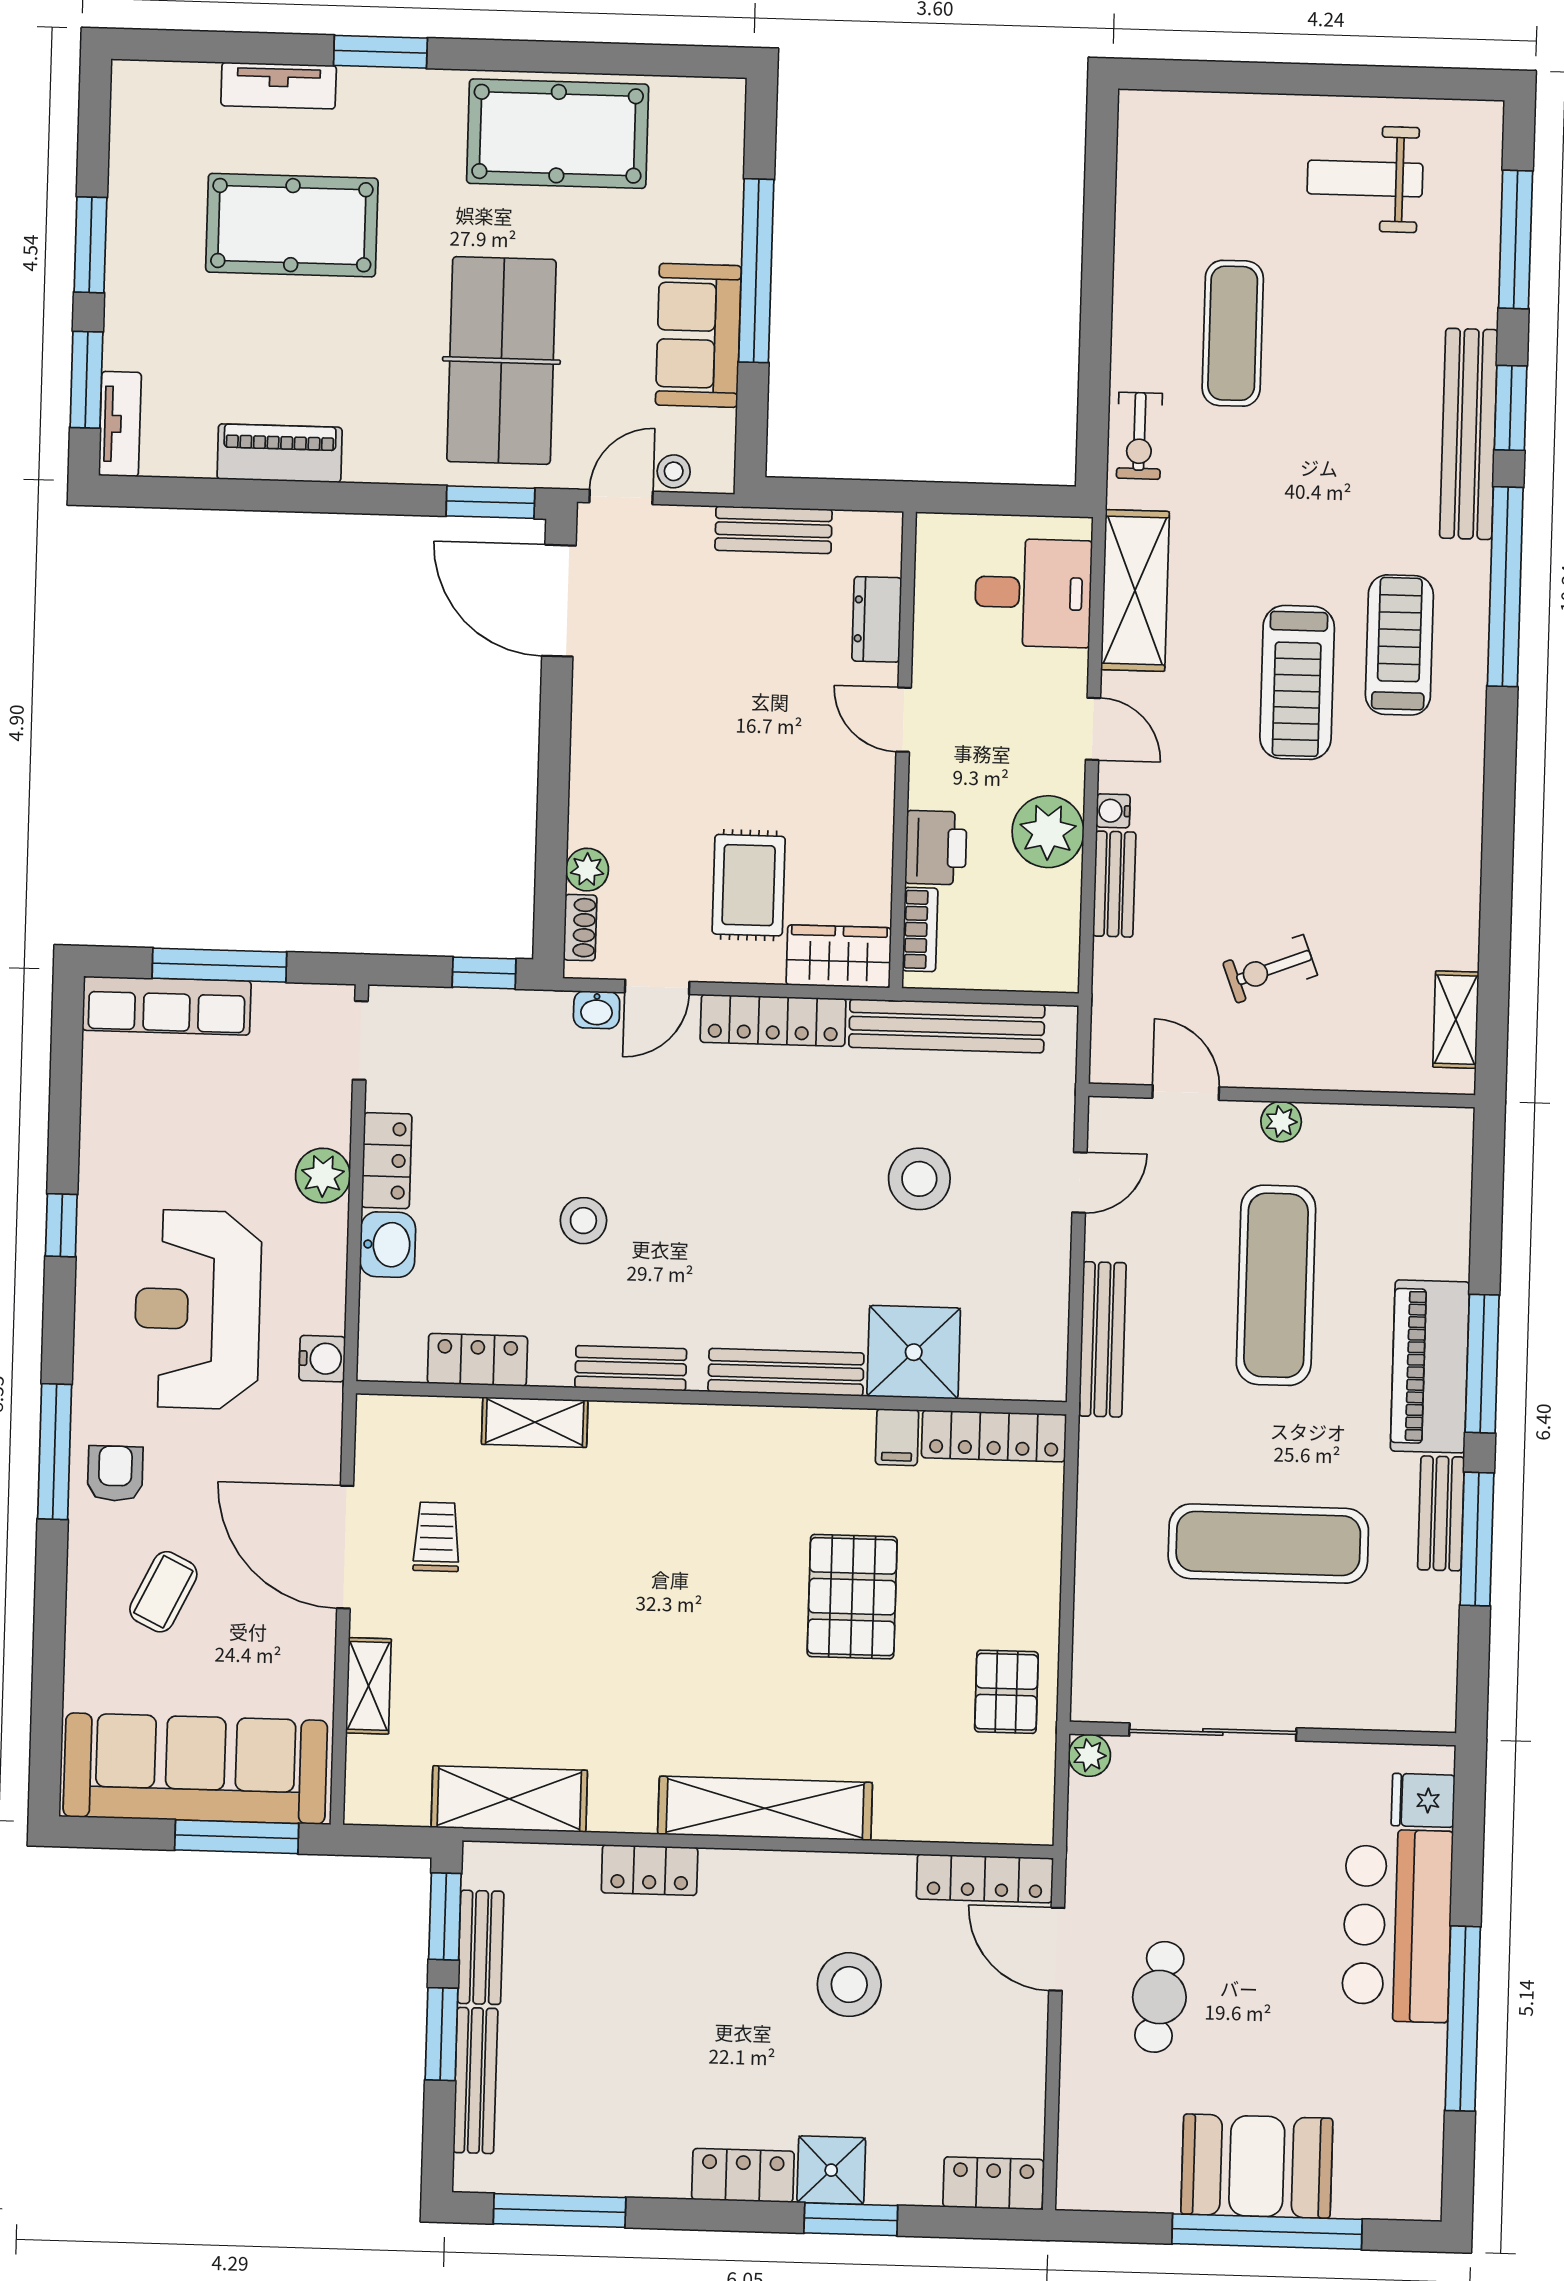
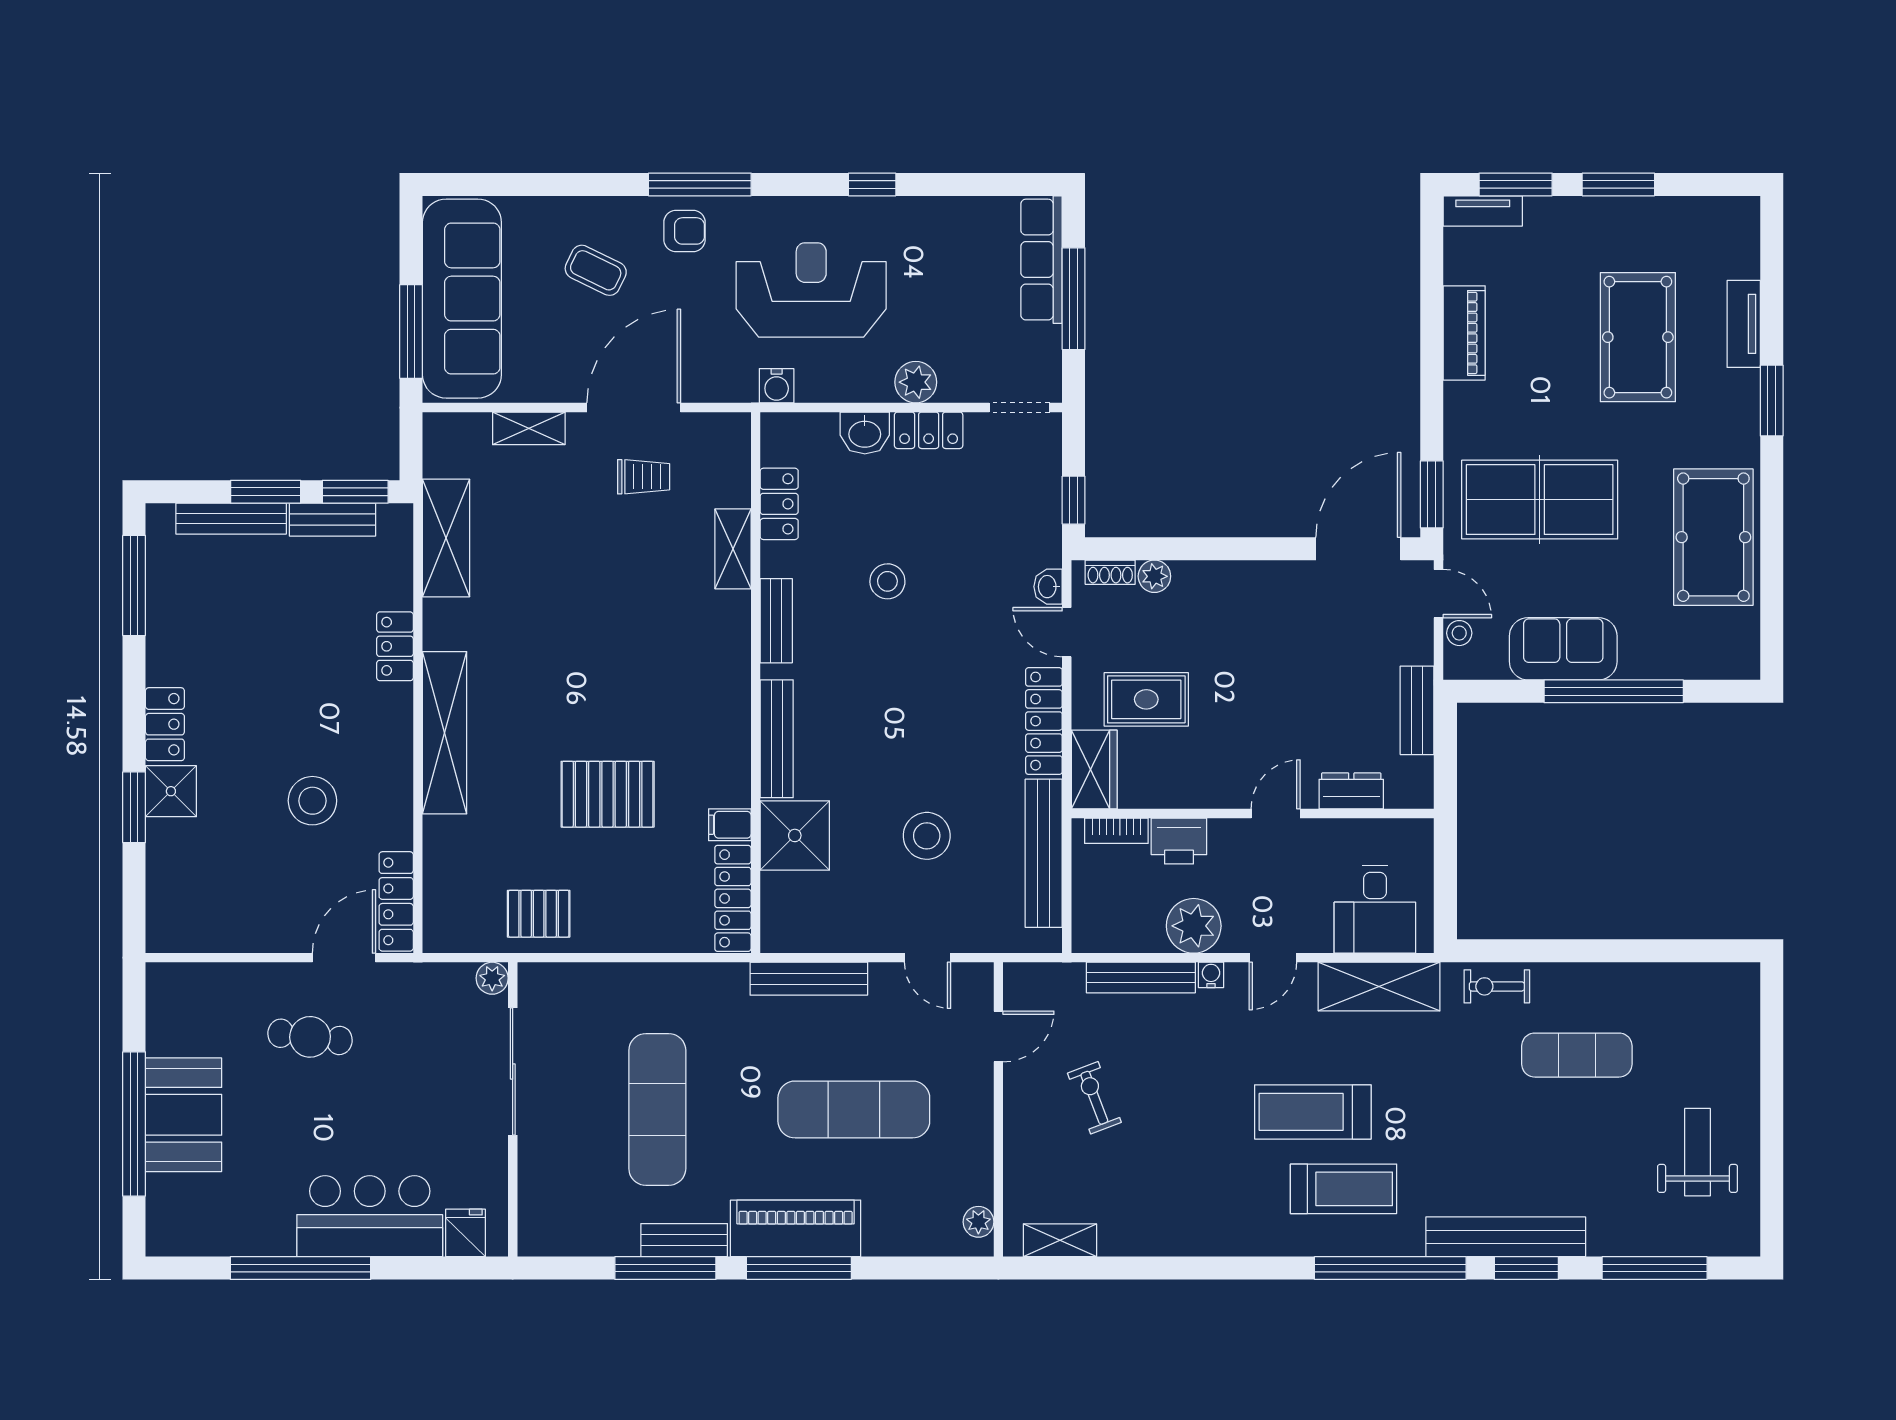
bench: (1114, 884) -> (1141, 977), width x1.36
plant: (1281, 1122) -> (978, 1222), moved
locker: (993, 2183) -> (165, 915), removed

